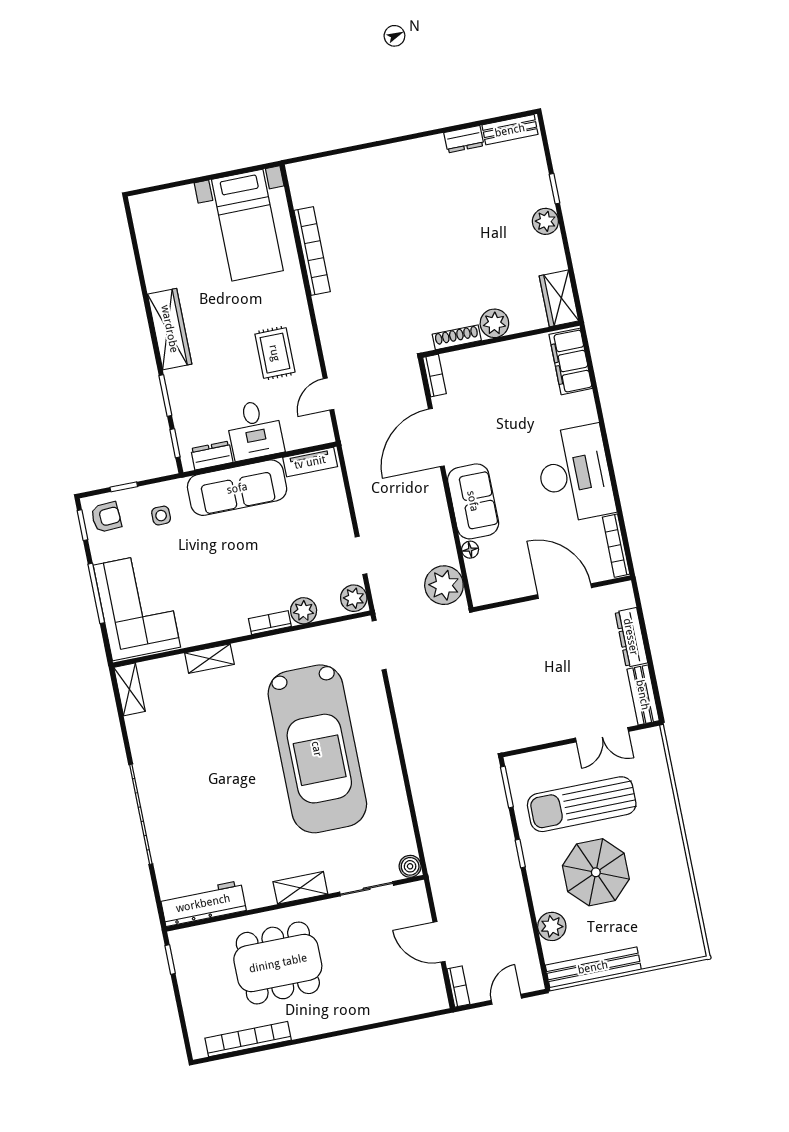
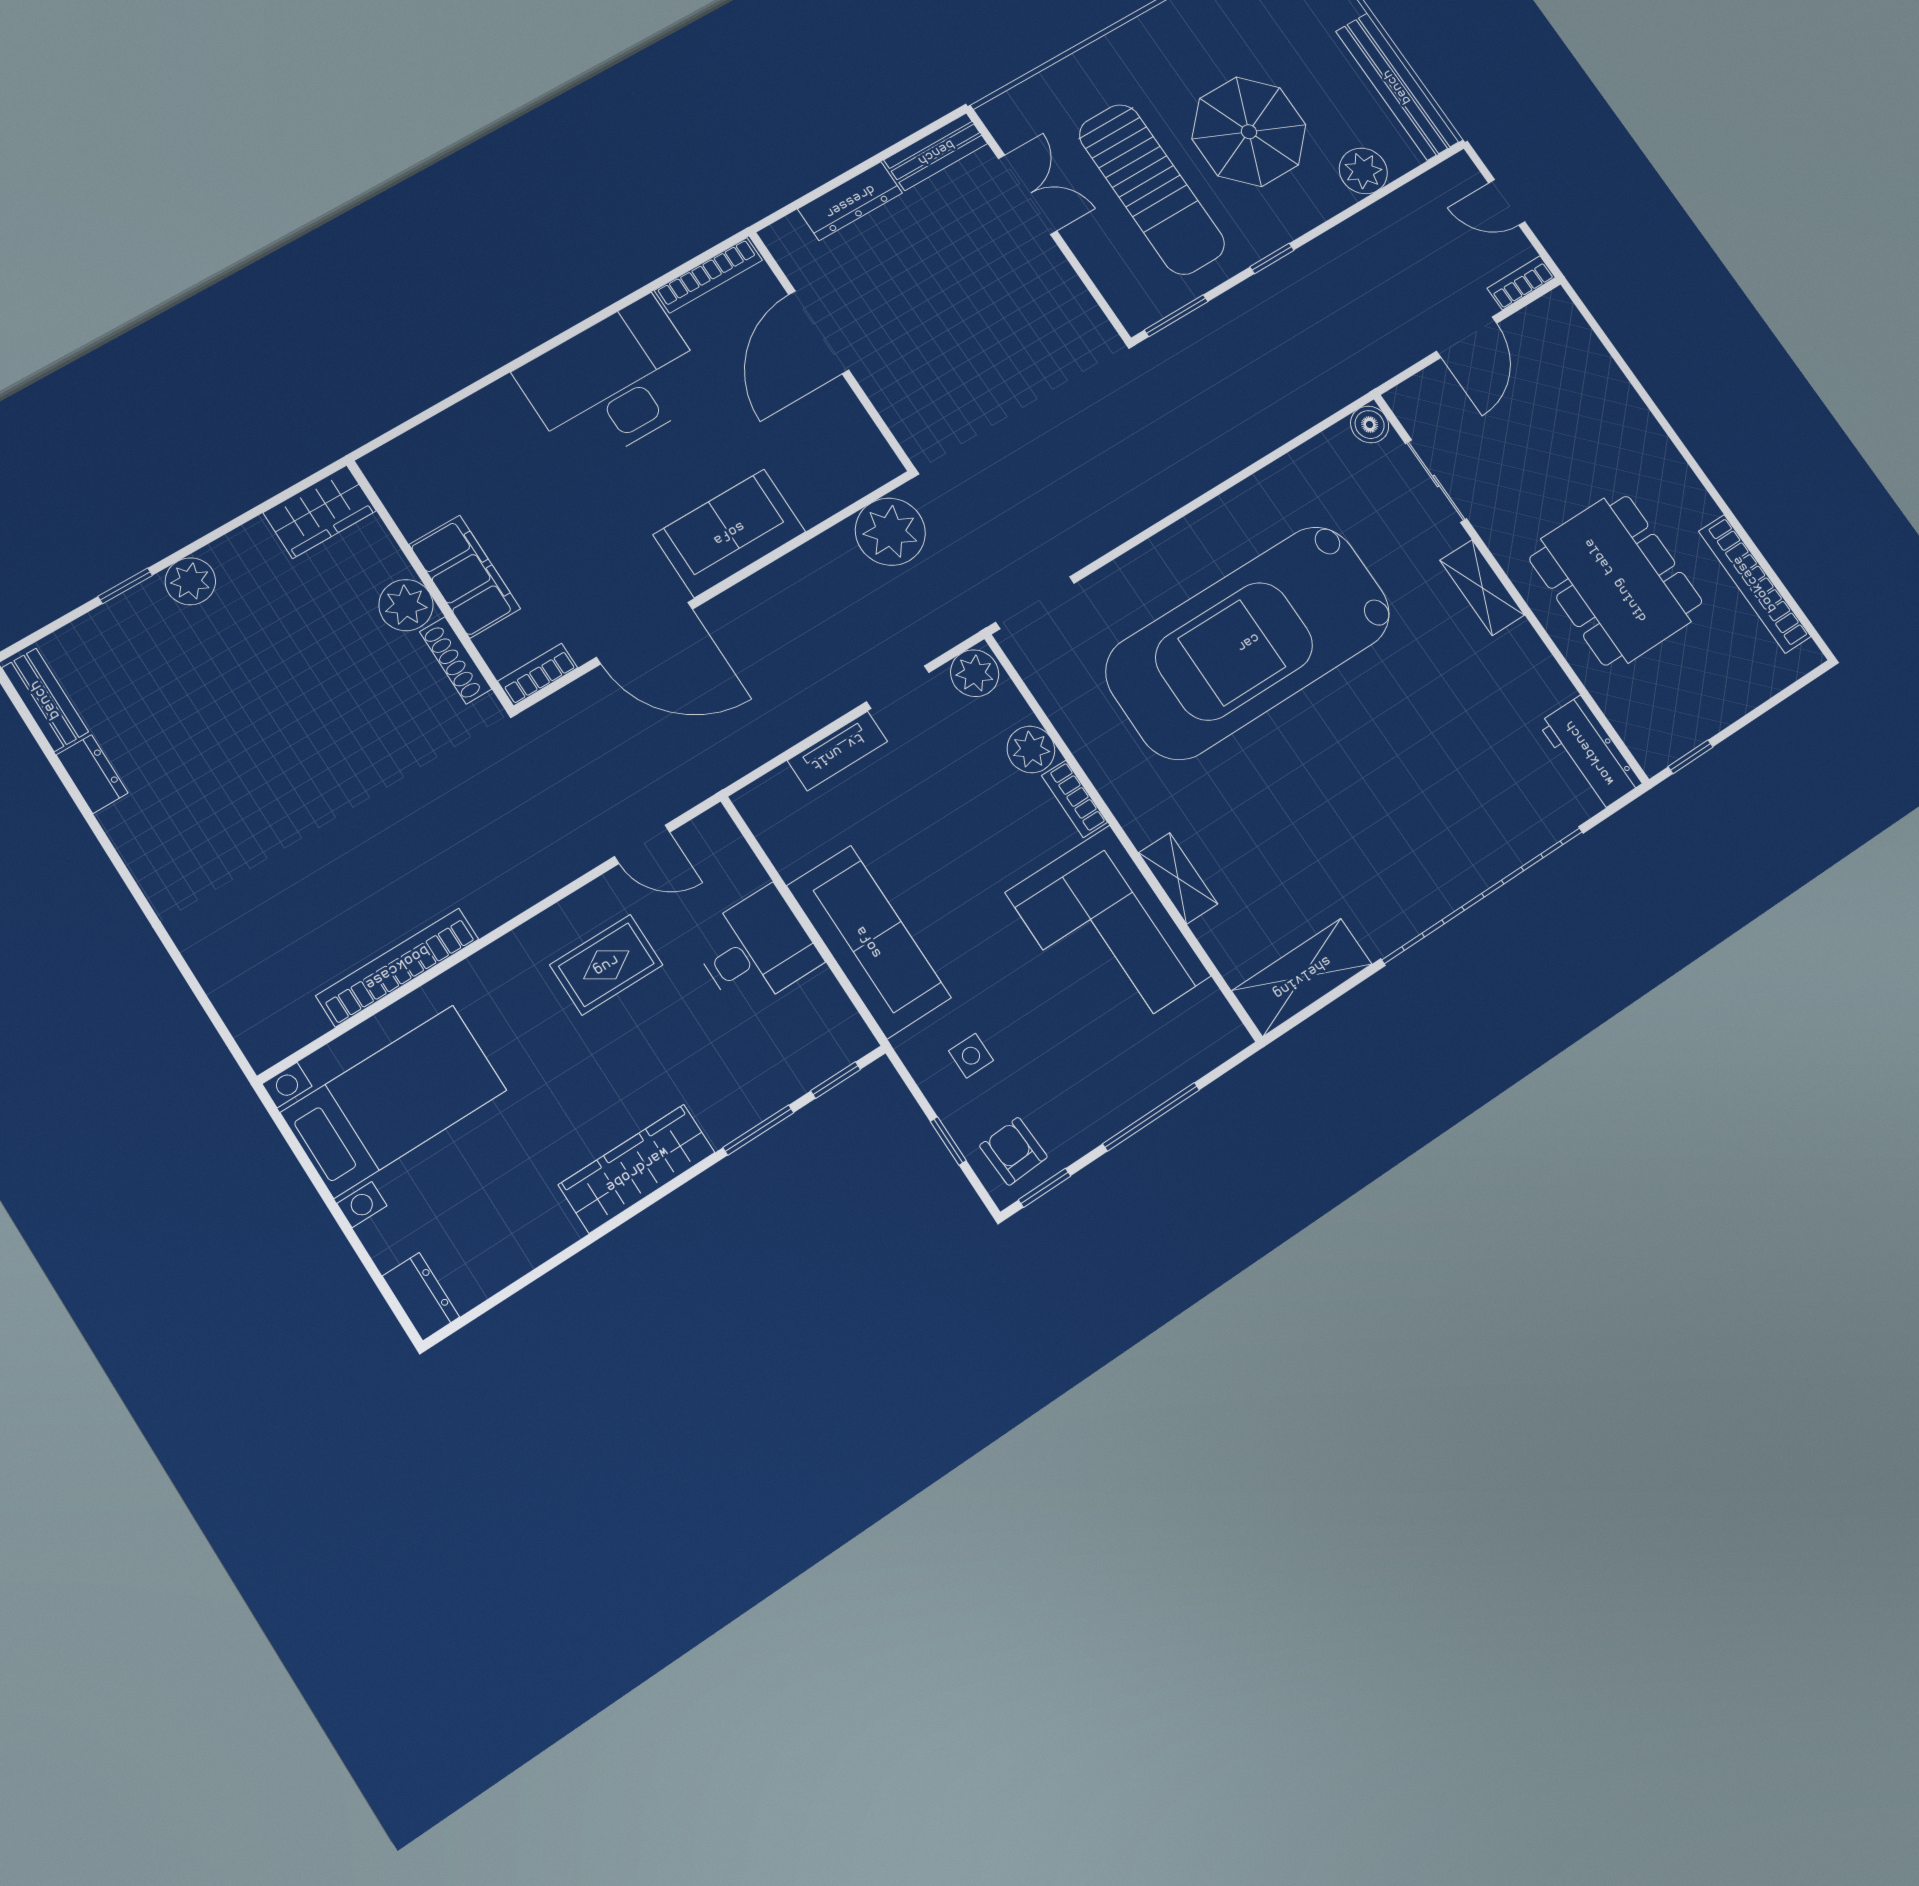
filing cabinet: (571, 361) -> (465, 577), moved, turned -90
dresser: (212, 455) -> (421, 1297), moved, turned 180
tv unit: (310, 462) -> (837, 751), moved, turned 90
floor lamp: (470, 550) -> (813, 510), removed
corner sofa: (137, 606) -> (1108, 934), moved, turned -90
shelving: (129, 689) -> (1302, 977), width x1.50, depth x1.33
car: (317, 749) -> (1248, 642), turned 180
garage door: (141, 814) -> (1483, 895), width x1.36
workbench: (203, 903) -> (1590, 753), width x0.73

